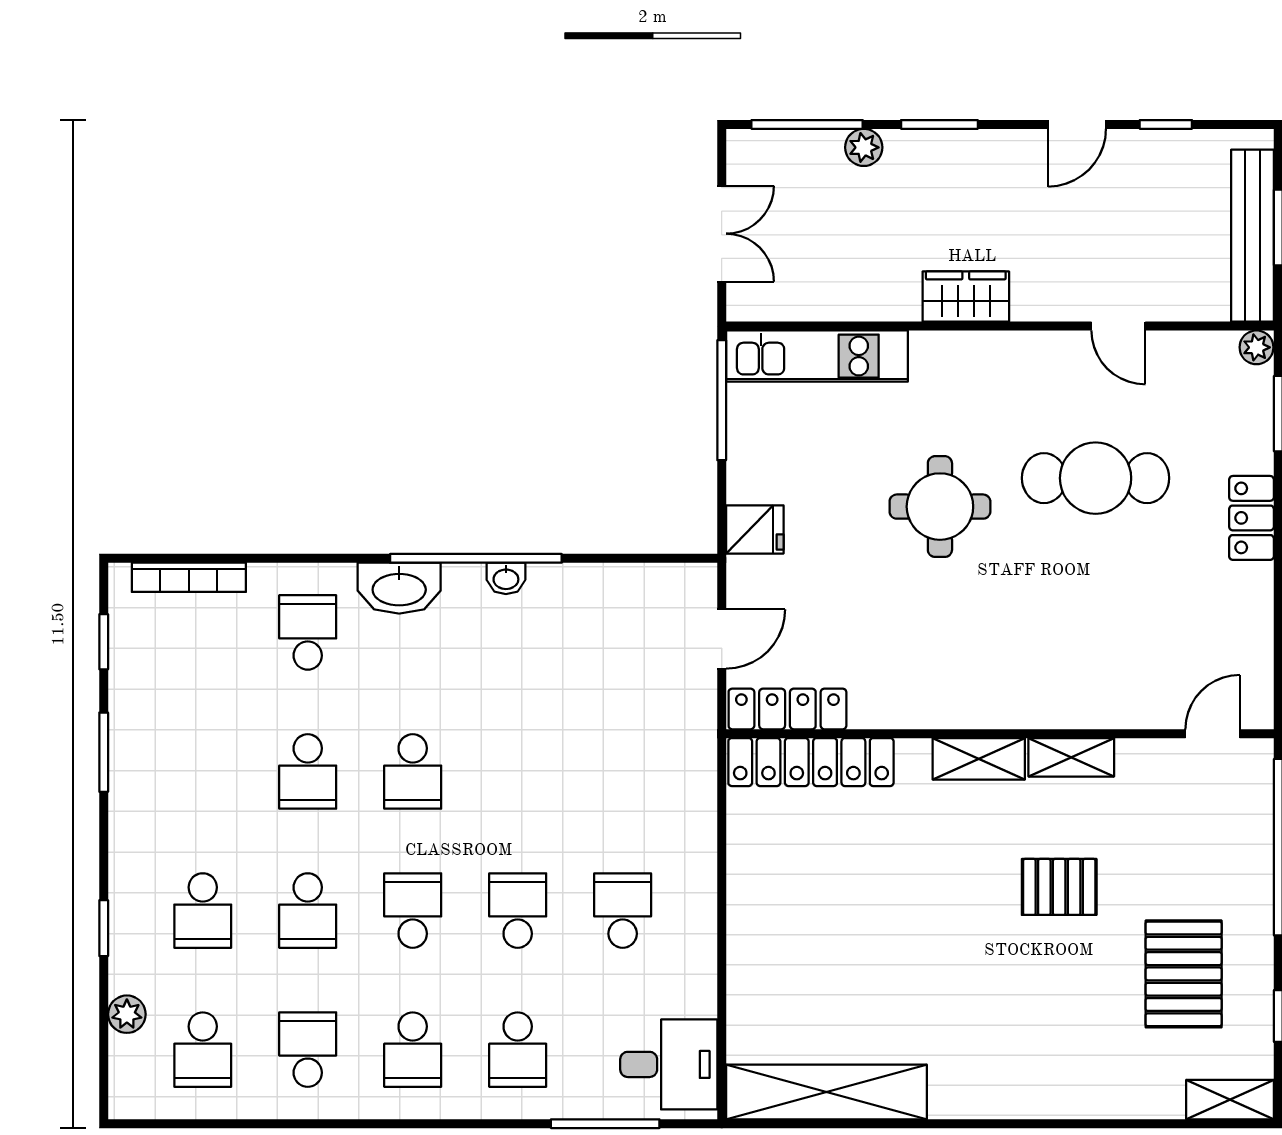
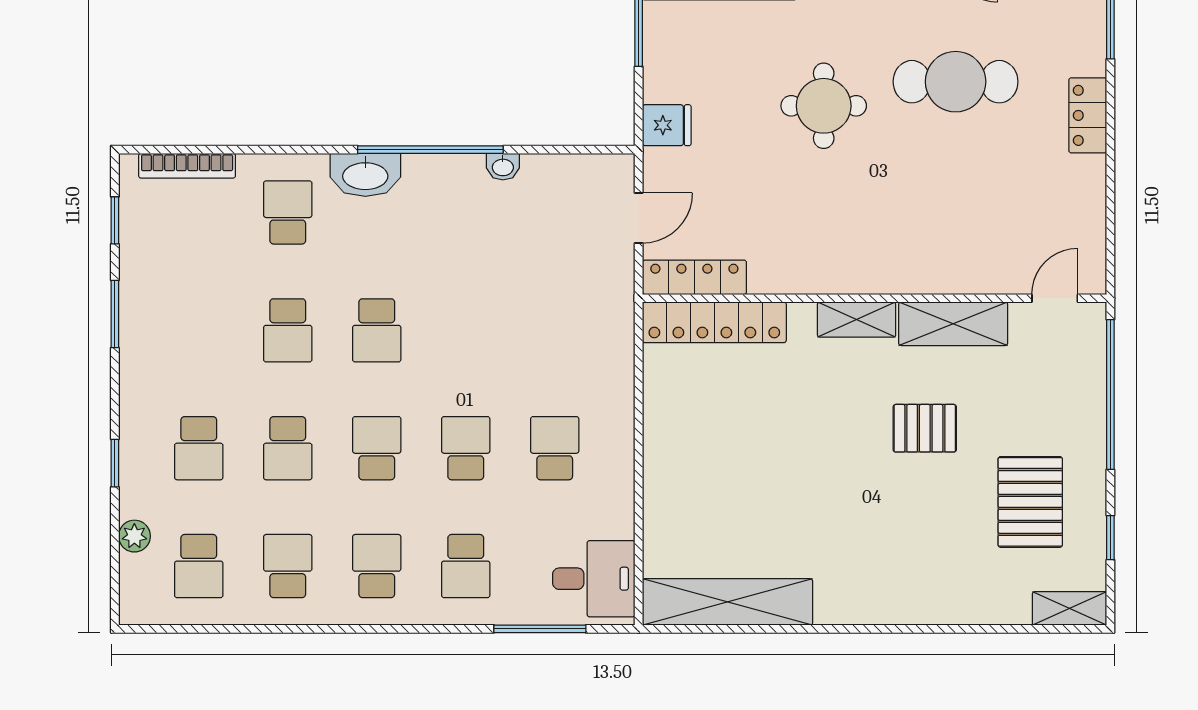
washbasin: (506, 578) -> (503, 167), moved
shelving: (1071, 757) -> (953, 324), width x1.50, depth x1.33
school desk: (413, 1050) -> (377, 566), turned 180

